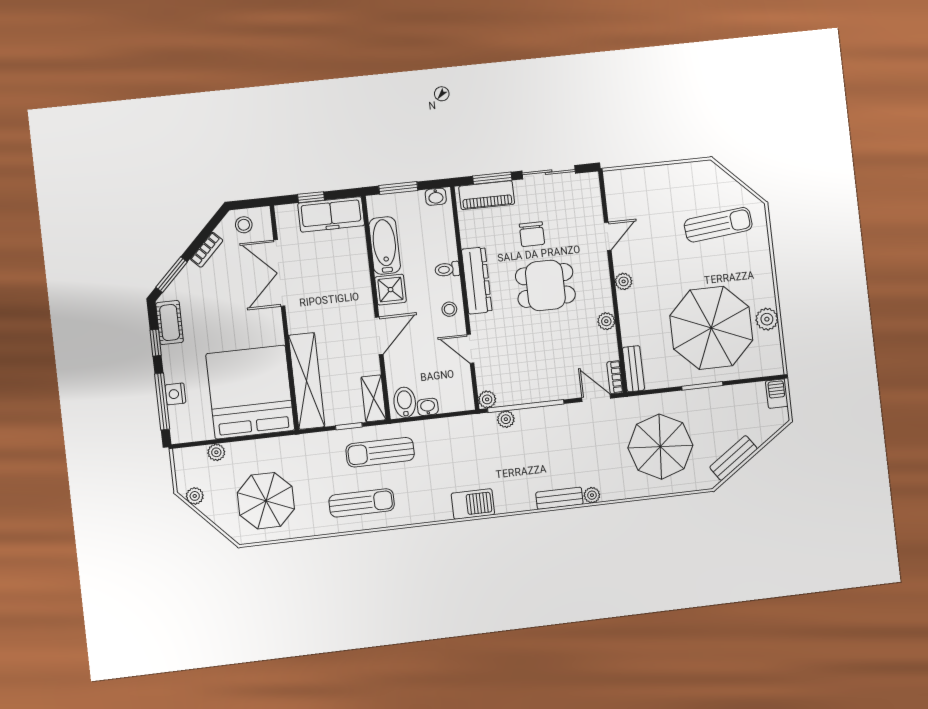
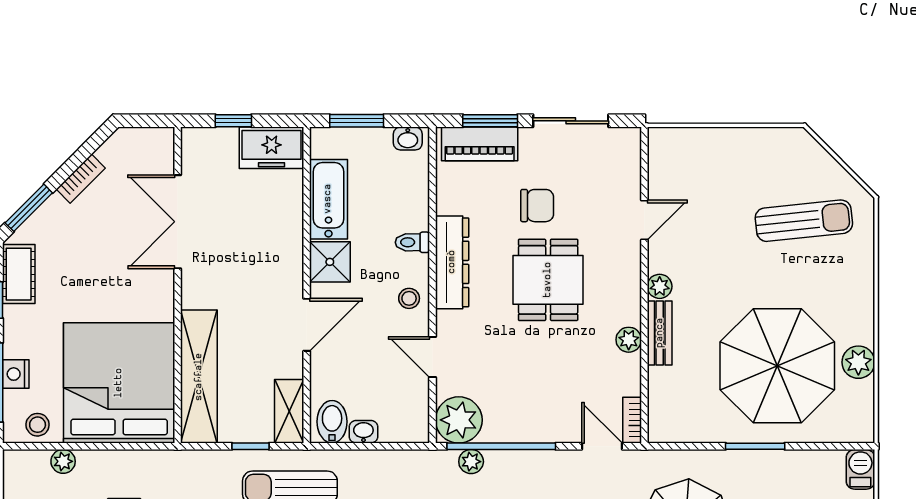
freezer: (331, 214) -> (272, 148), width x0.71
stool: (244, 225) -> (38, 425), moved
chair: (532, 234) -> (537, 206), turned -90
dining table: (545, 285) -> (548, 280), turned 90
bench: (633, 369) -> (660, 333), moved
plant: (487, 399) -> (459, 420), width x1.88, depth x1.88

